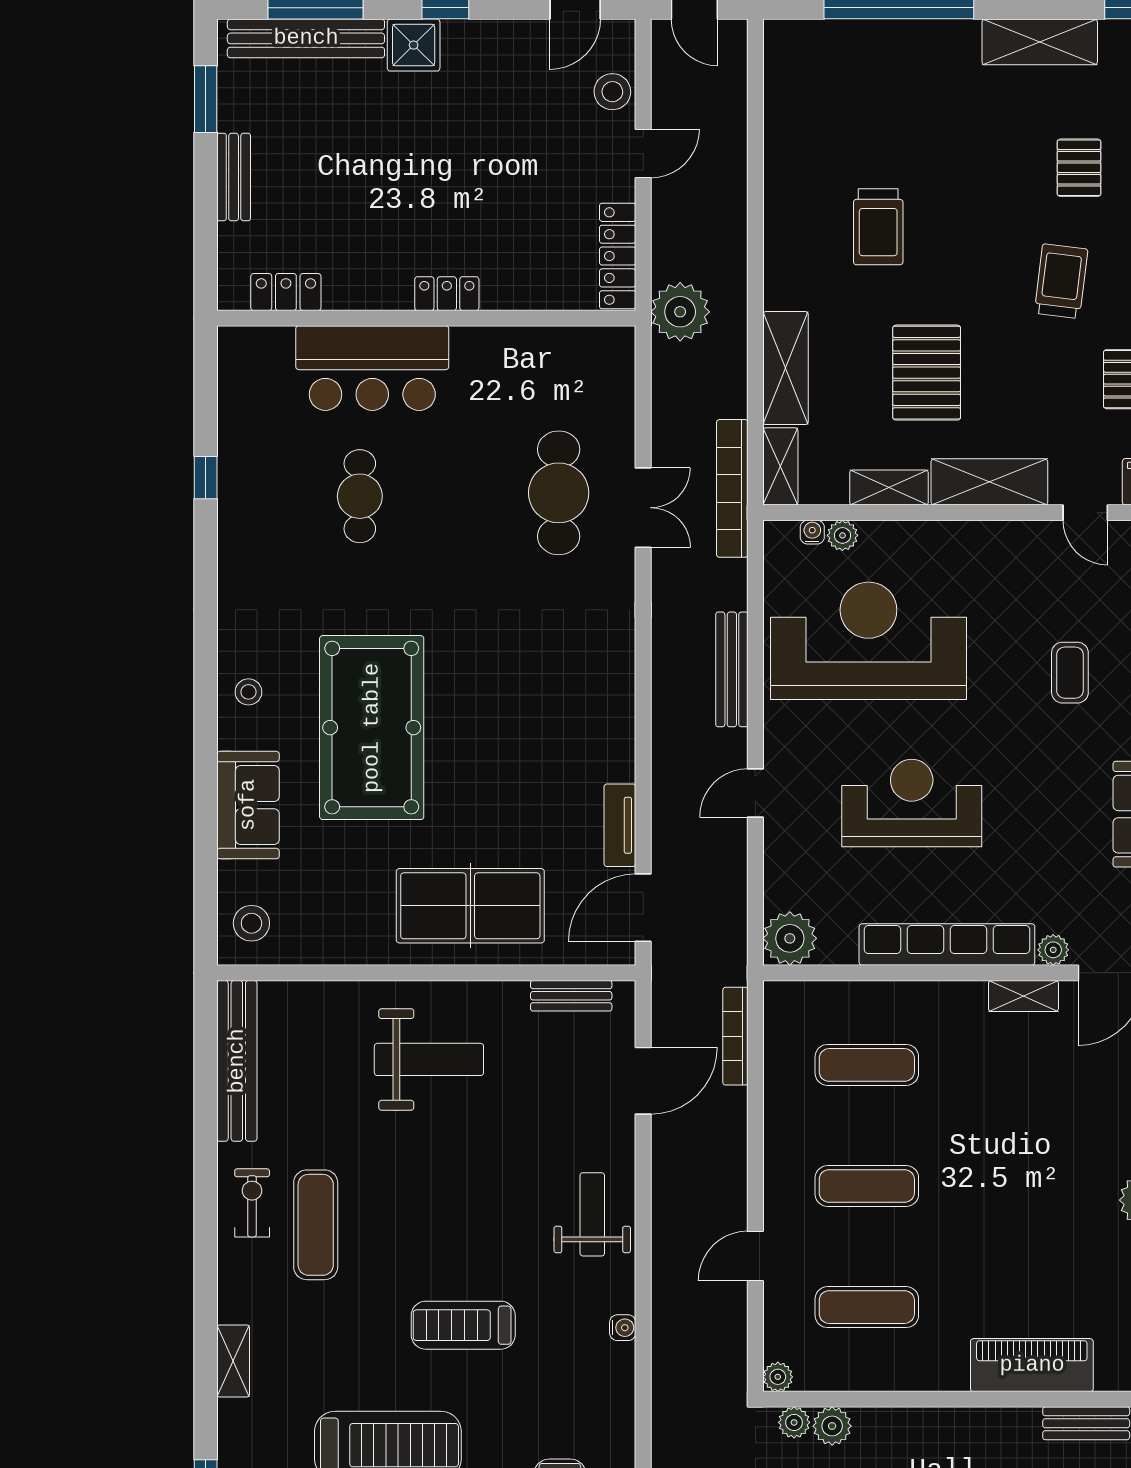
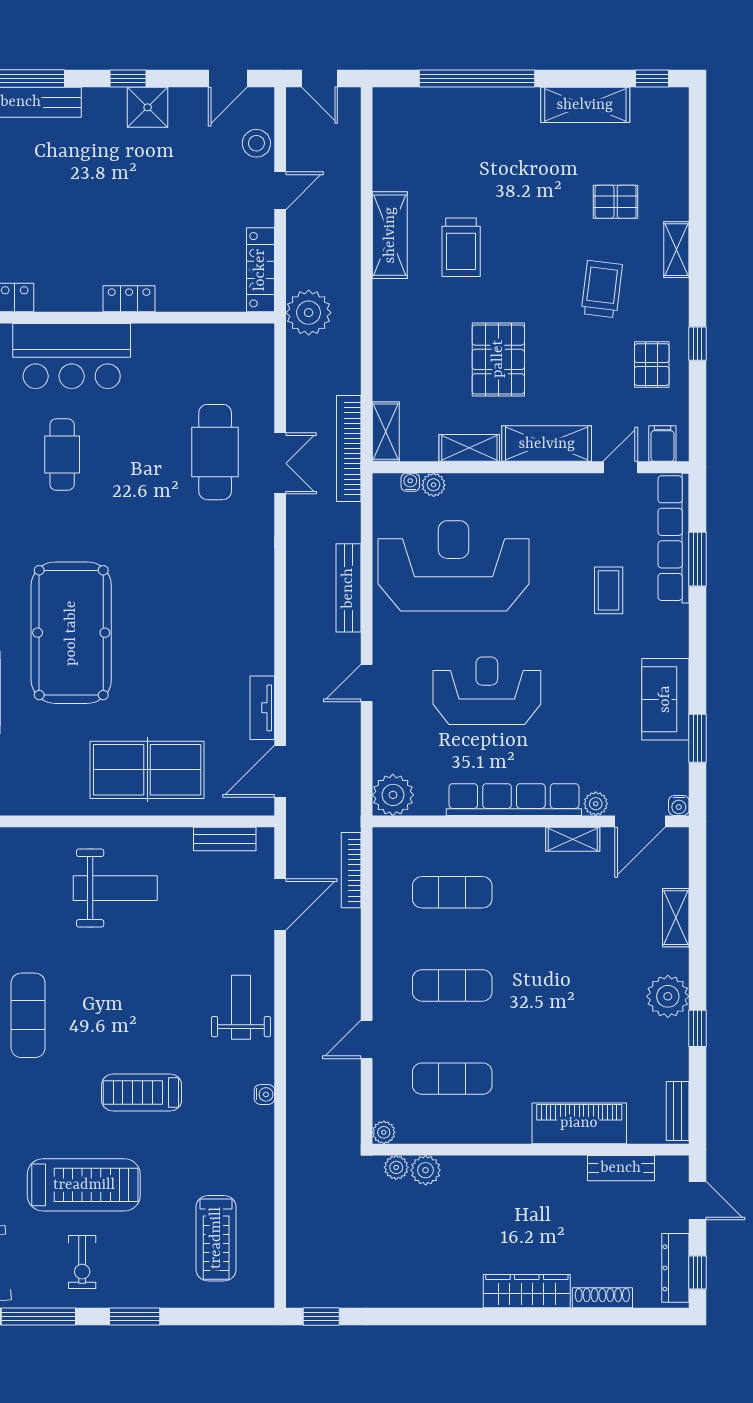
shower: (414, 45) -> (148, 107), moved
pallet: (1079, 168) -> (616, 202), turned 90
shelving: (786, 368) -> (390, 235), moved
door: (1085, 513) -> (620, 467), swing flipped

